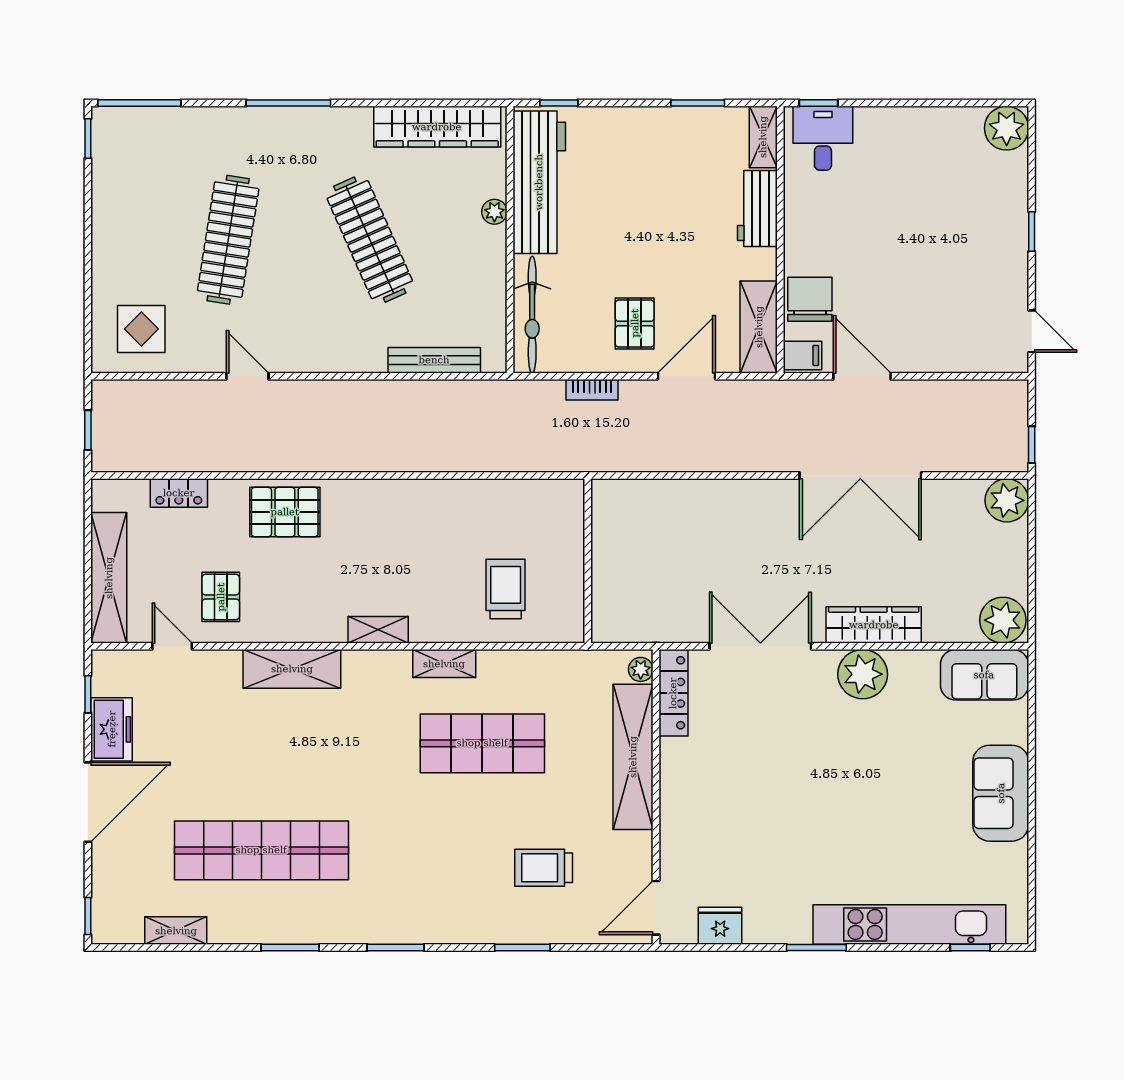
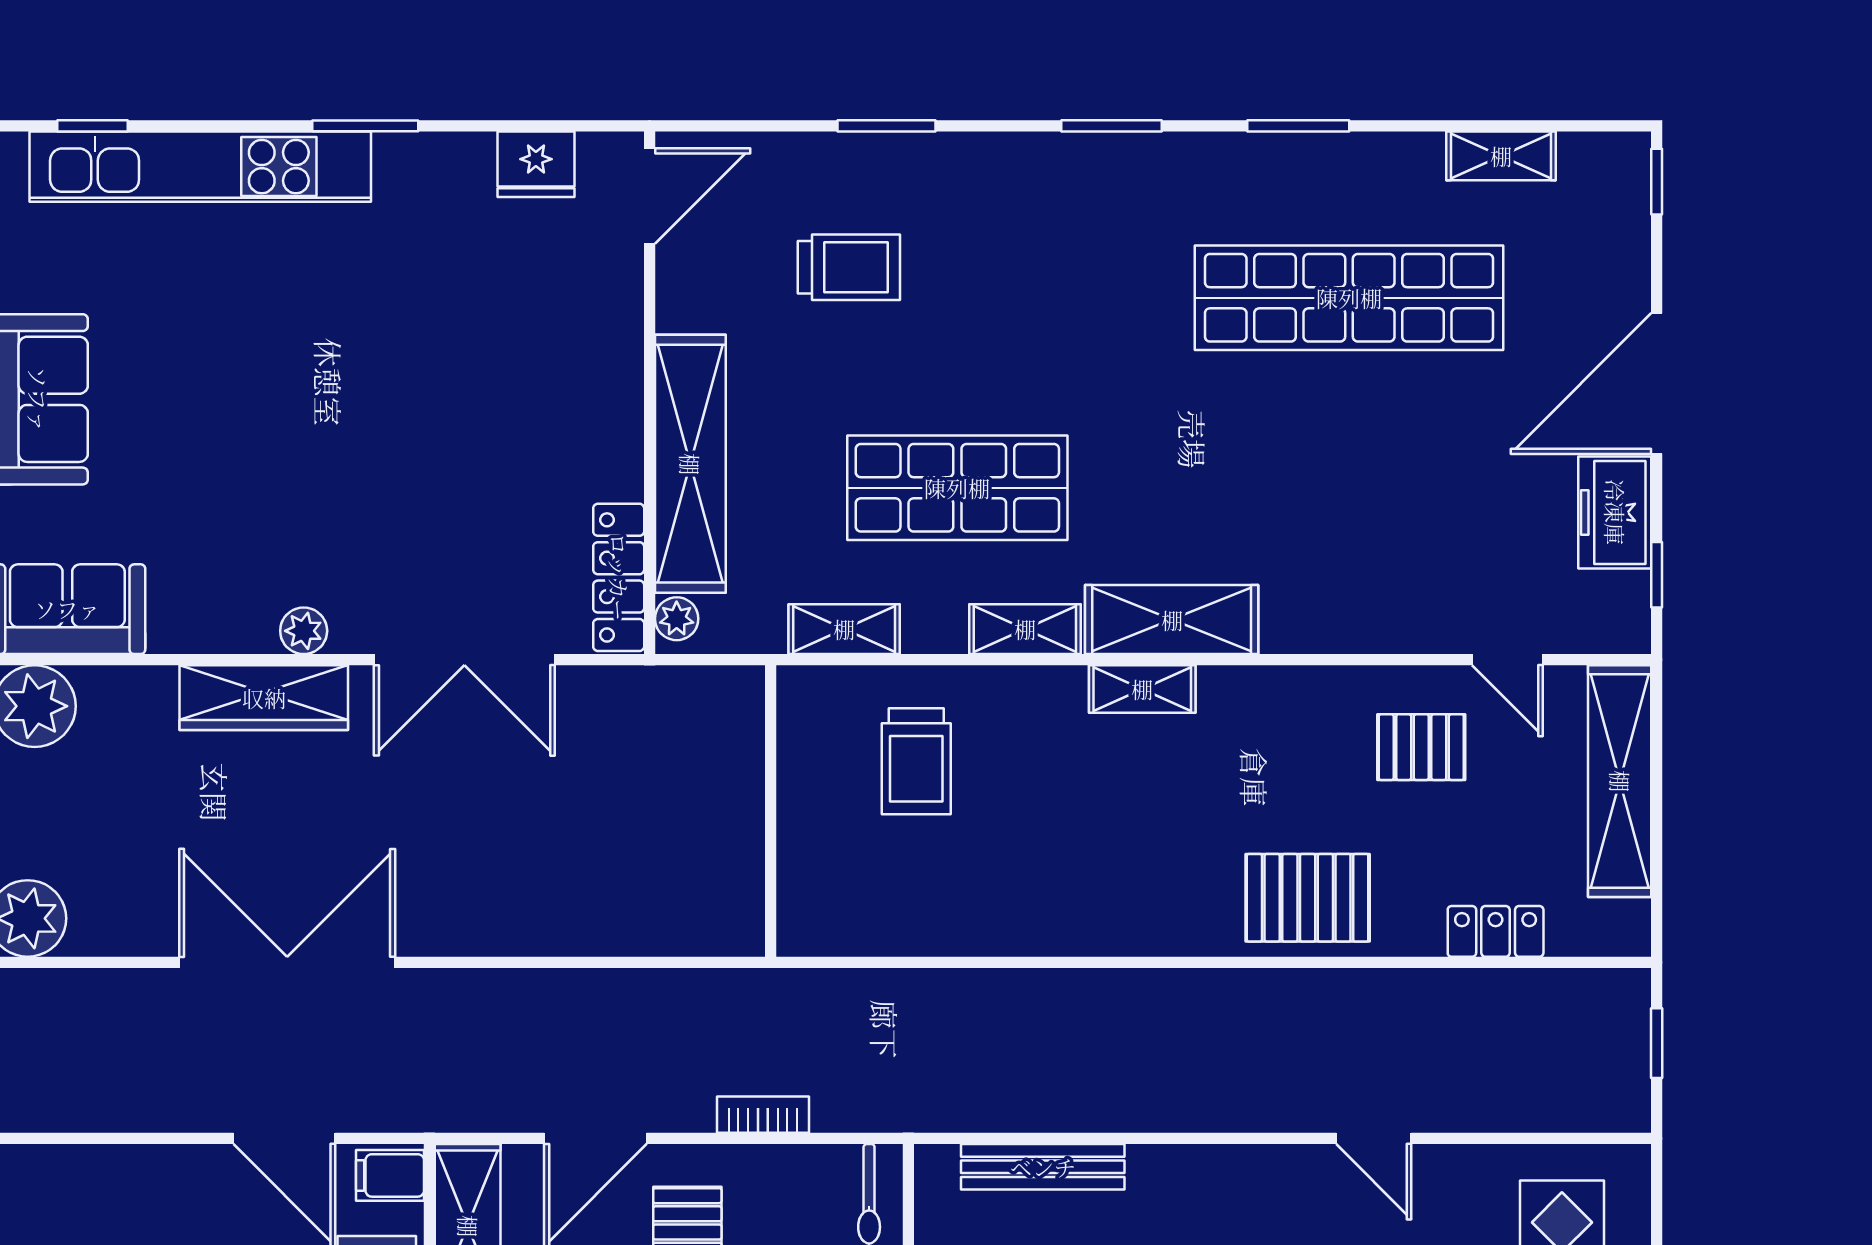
pallet: (221, 597) -> (1421, 747), turned 90
shelving: (546, 664) -> (844, 629), added
shelving: (292, 669) -> (1172, 620), moved
plant: (863, 674) -> (304, 631), width x0.53, depth x0.53

